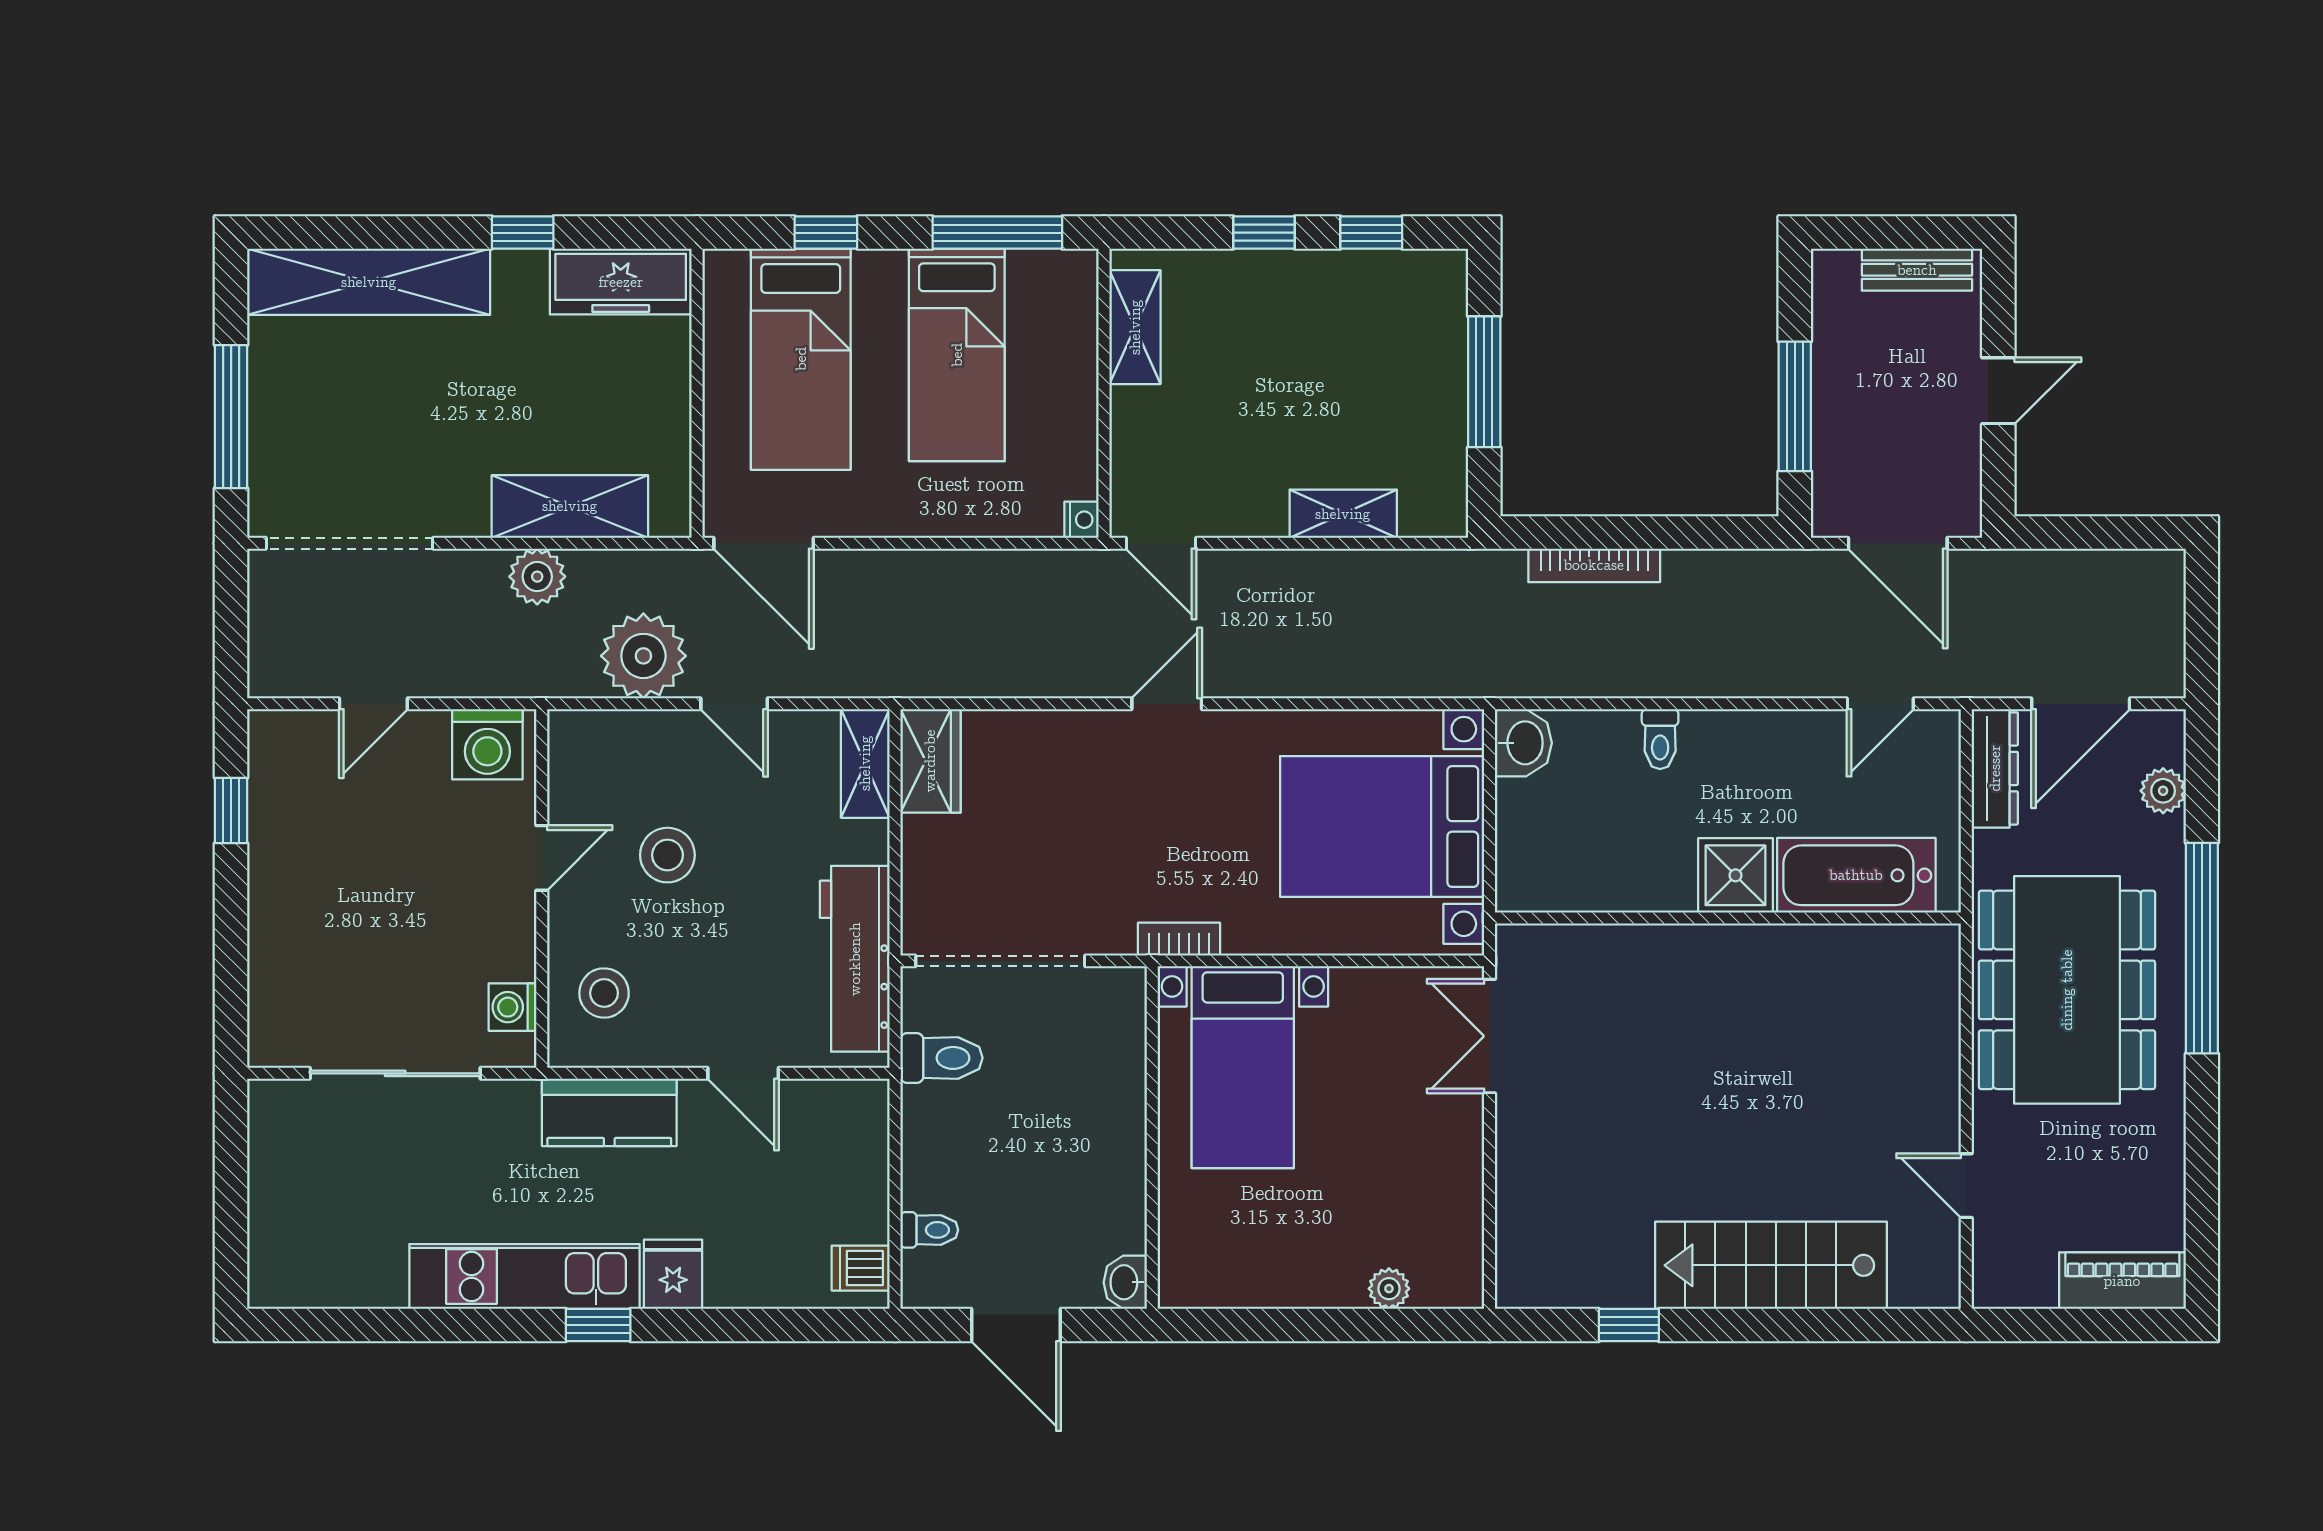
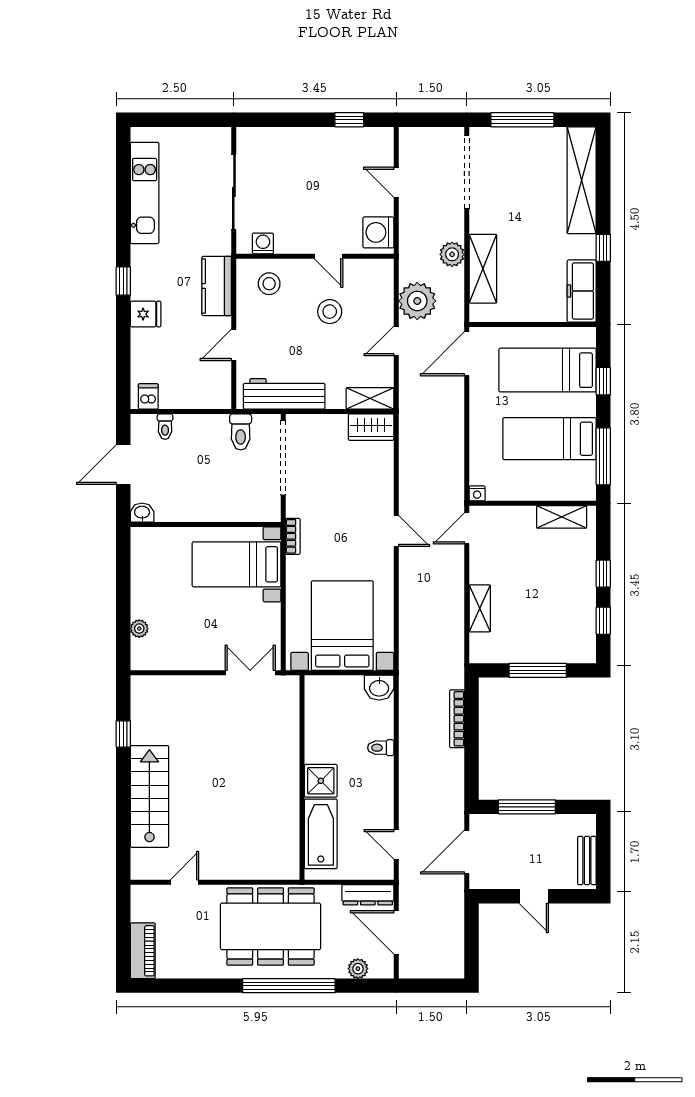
kitchen unit: (524, 1277) -> (145, 193), moved

